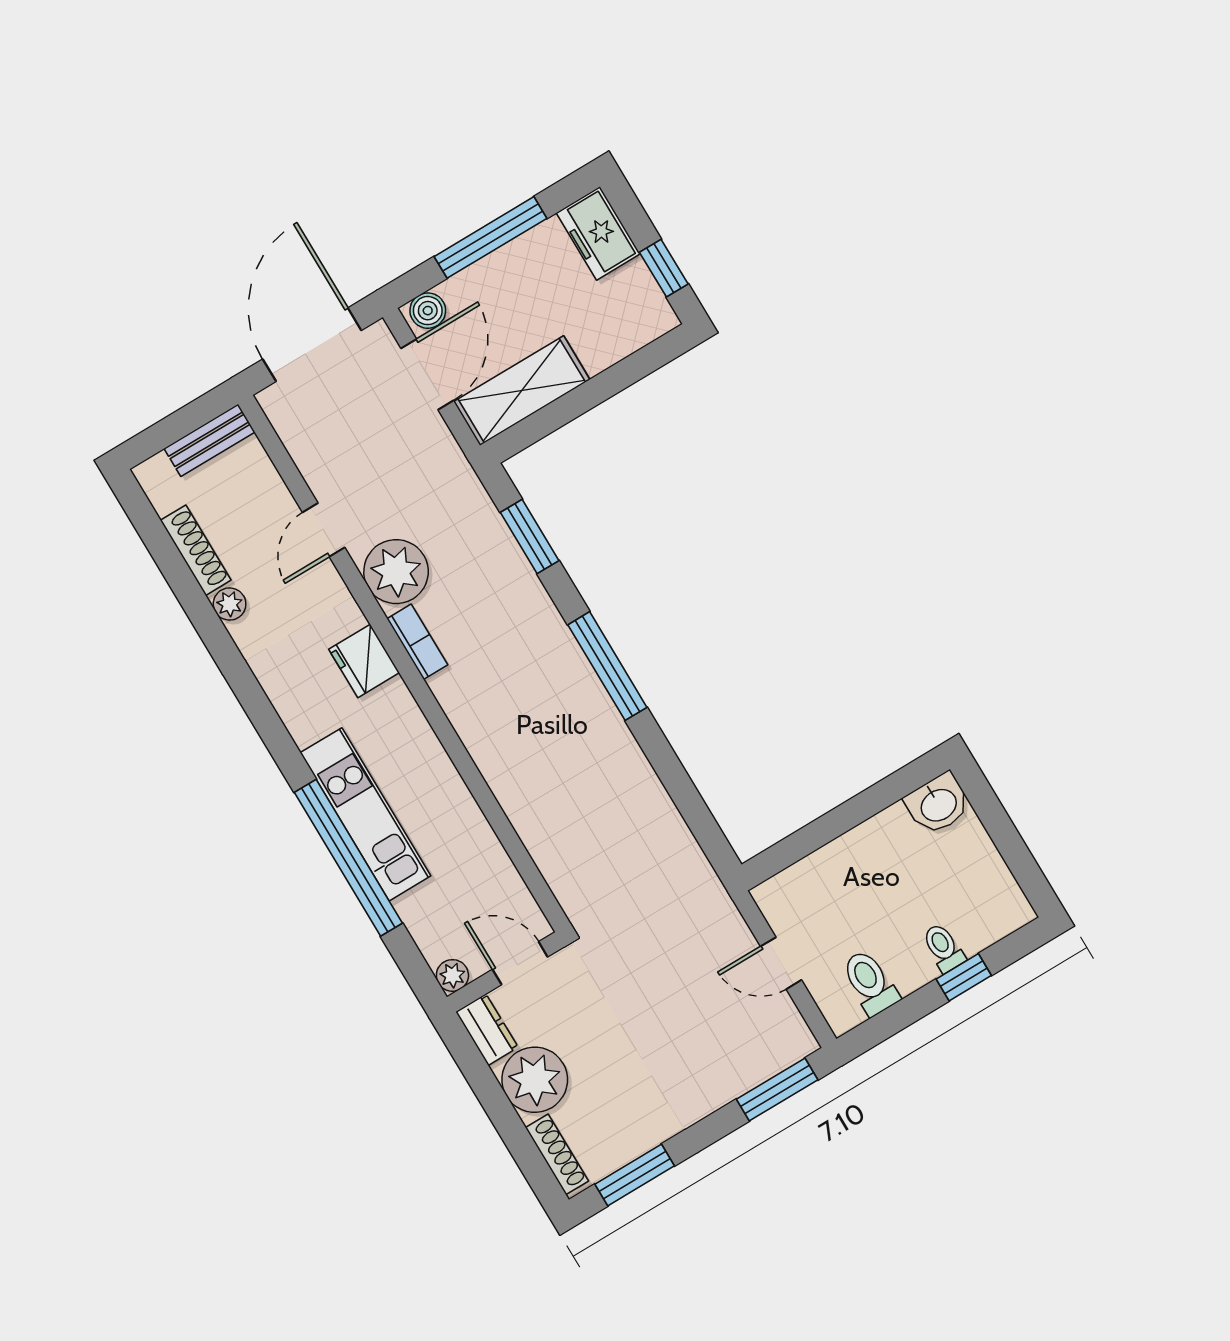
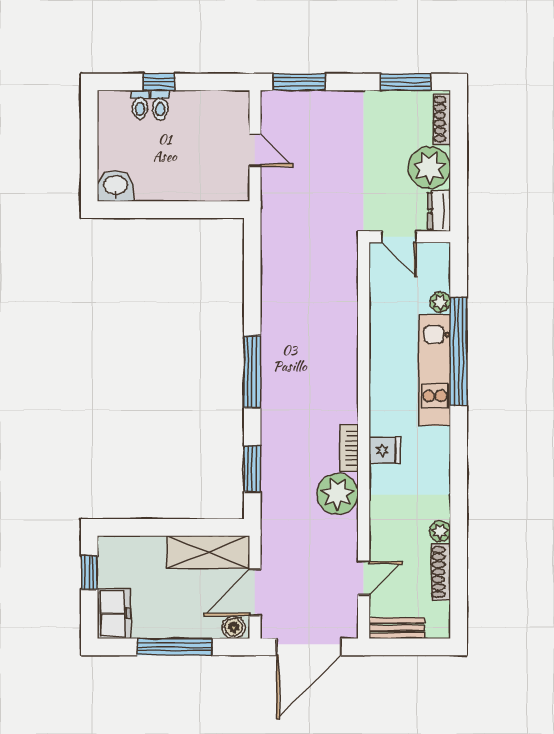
door: (324, 530) -> (364, 578), moved
fridge: (364, 661) -> (385, 450), width x0.72
plant: (452, 975) -> (440, 302), moved
toilet: (870, 983) -> (140, 105), moved, width x0.73, depth x0.72

